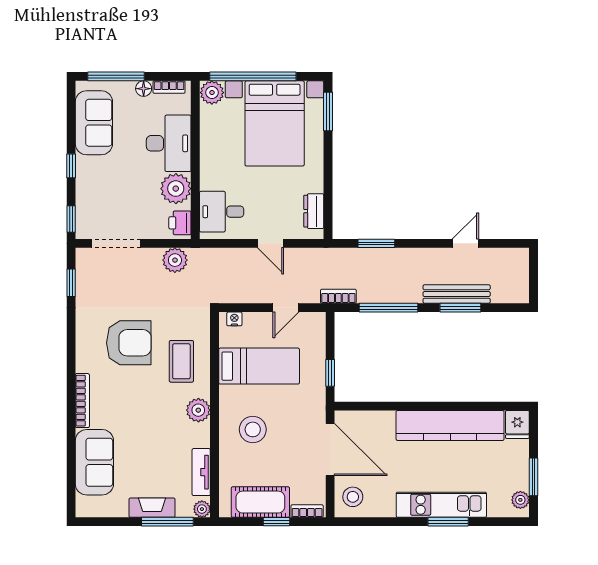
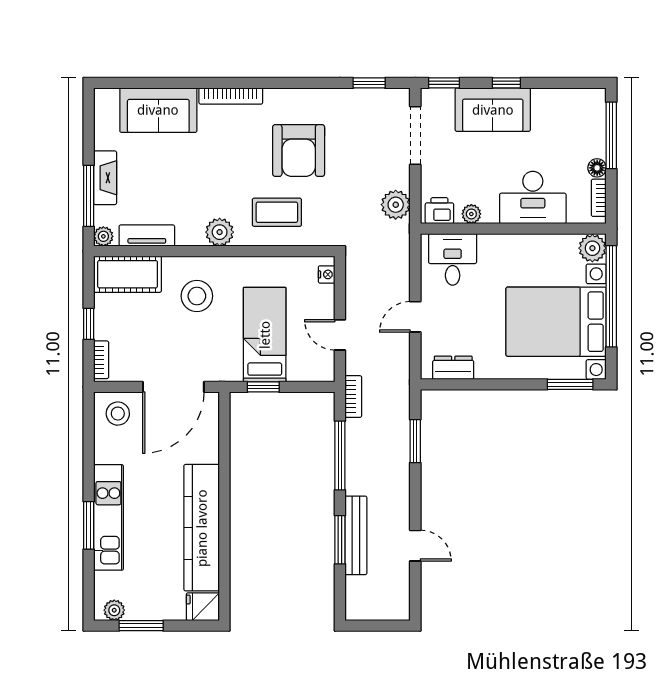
sofa: (94, 123) -> (493, 110), moved
plant: (176, 189) -> (471, 214), width x0.53, depth x0.53
bed: (259, 366) -> (265, 335), moved, turned 180
cot: (260, 502) -> (128, 274), moved, turned 90

